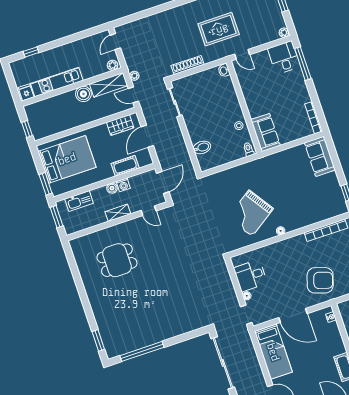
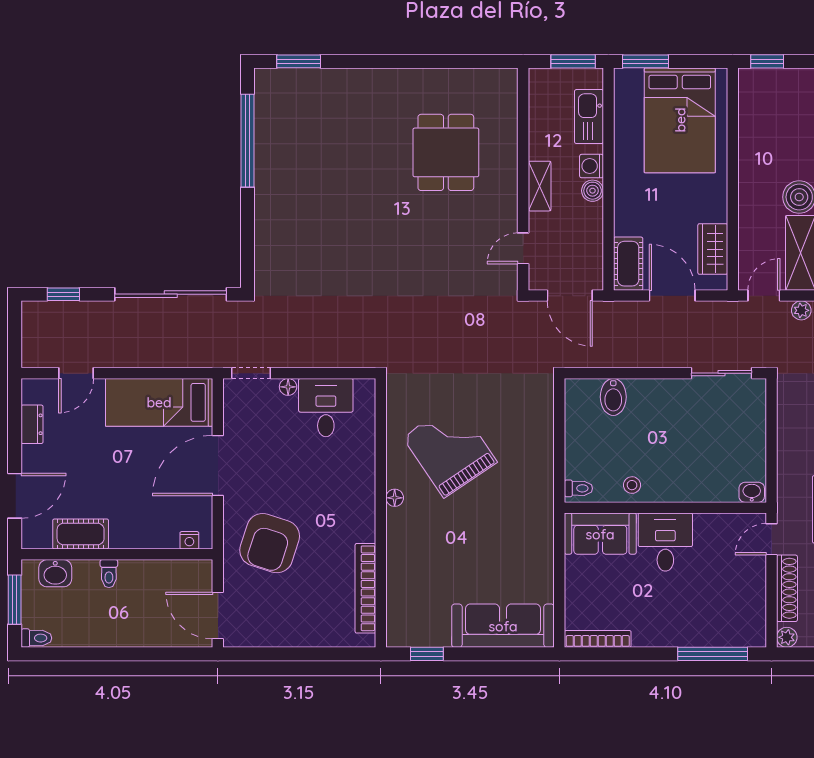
desk: (284, 58) -> (665, 542), moved, turned -90
shoe rack: (188, 65) -> (787, 588), moved
sofa: (320, 156) -> (503, 626), width x1.36
cot: (125, 166) -> (628, 264), moved
washing machine: (123, 185) -> (592, 166), moved

